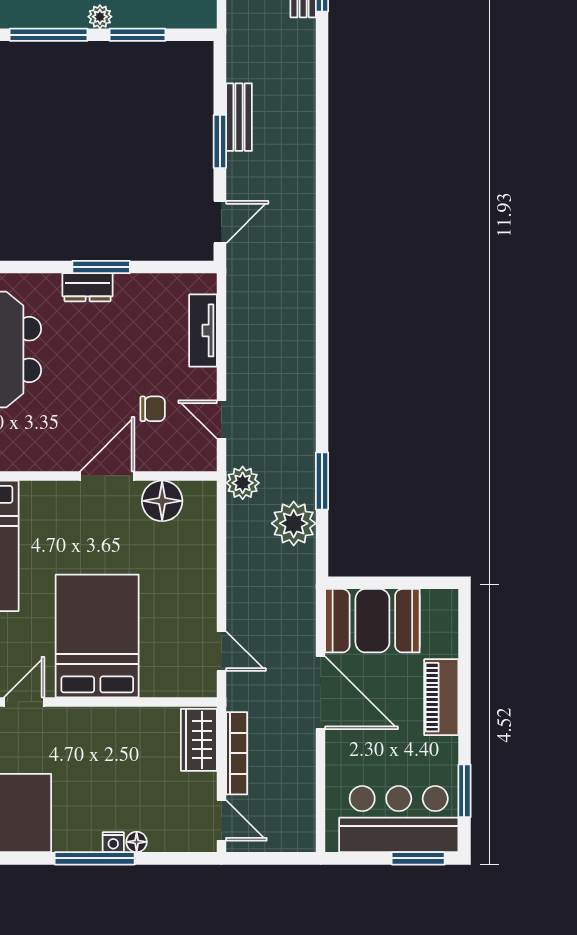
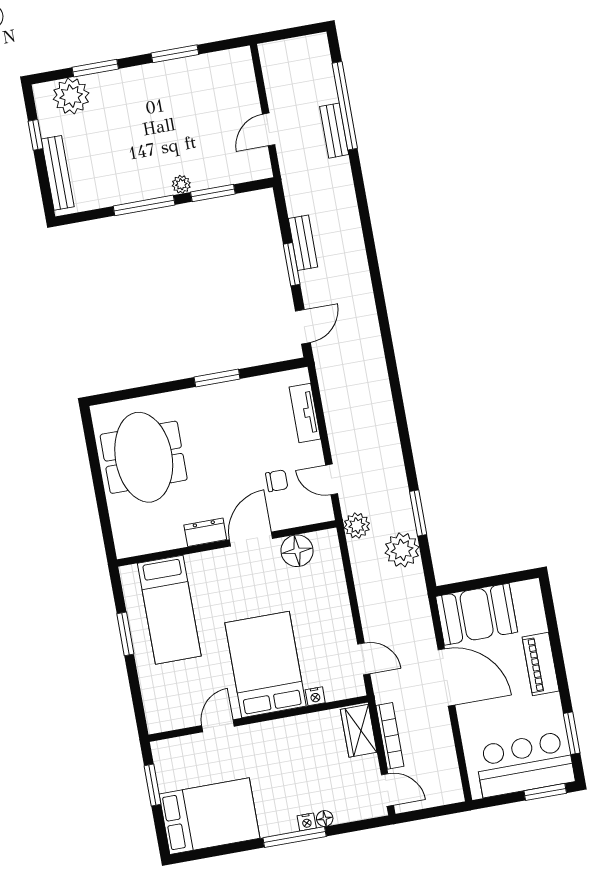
dresser: (88, 287) -> (205, 532), moved, turned 180
nightstand: (152, 687) -> (315, 696), added

